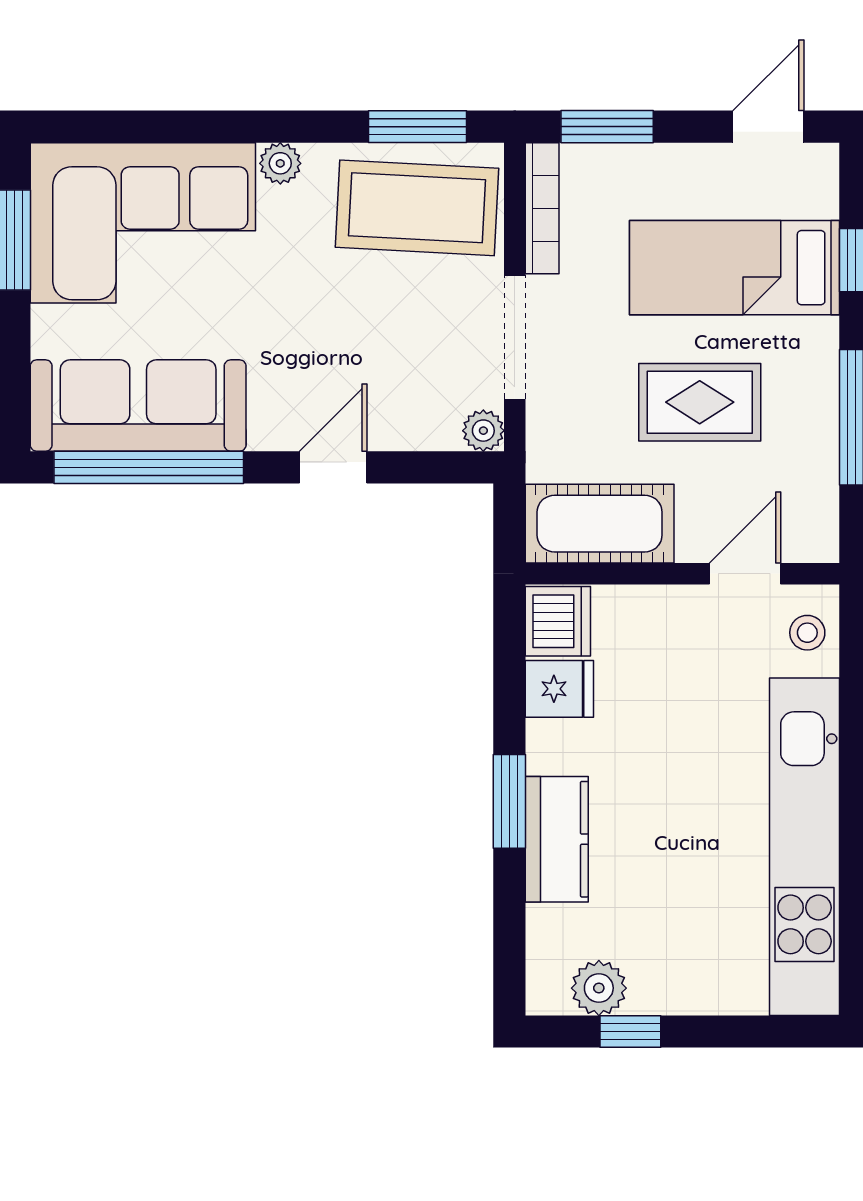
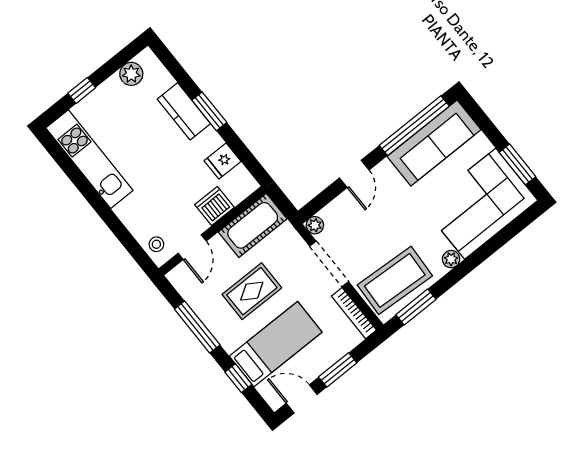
window: (607, 127) -> (338, 370), moved
door: (768, 127) -> (302, 399), swing flipped
dishwasher: (558, 621) -> (214, 206), moved, turned 90
kitchen unit: (805, 847) -> (89, 159), width x0.73
window: (630, 1031) -> (82, 90), moved

